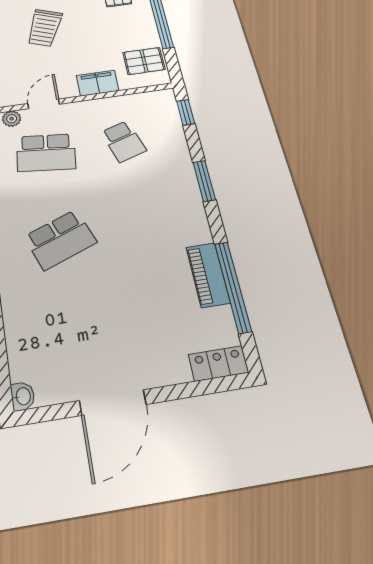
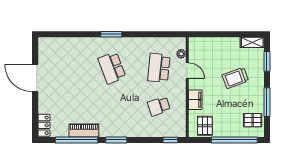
trolley: (44, 28) -> (235, 78), turned -41
window: (204, 181) -> (116, 140), moved
washbasin: (23, 396) -> (44, 42), removed

